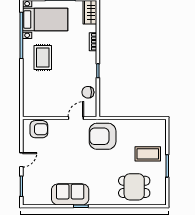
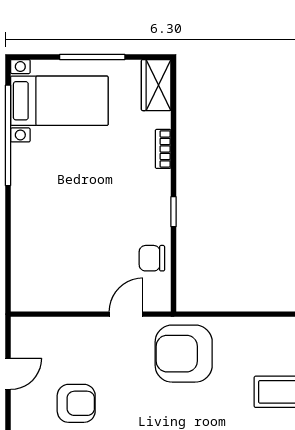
rug: (43, 58) -> (54, 183), removed
armchair: (39, 129) -> (76, 403), moved
door: (21, 160) -> (8, 374), moved

